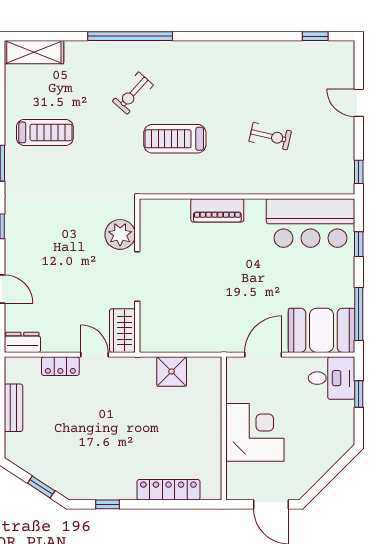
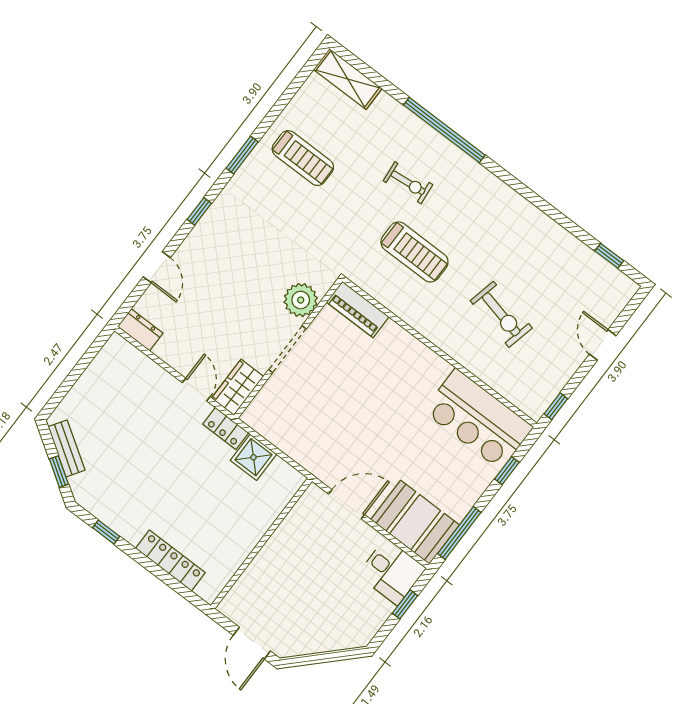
exercise bike: (133, 93) -> (408, 183), turned -138
exercise bike: (270, 136) -> (501, 314), width x1.38, depth x1.39
treadmill: (175, 139) -> (414, 252), turned 180
piano: (217, 210) -> (358, 310), moved
locker: (60, 366) -> (226, 429), moved
bench: (13, 408) -> (67, 448), moved, turned -57
corner desk: (255, 432) -> (286, 568), removed

